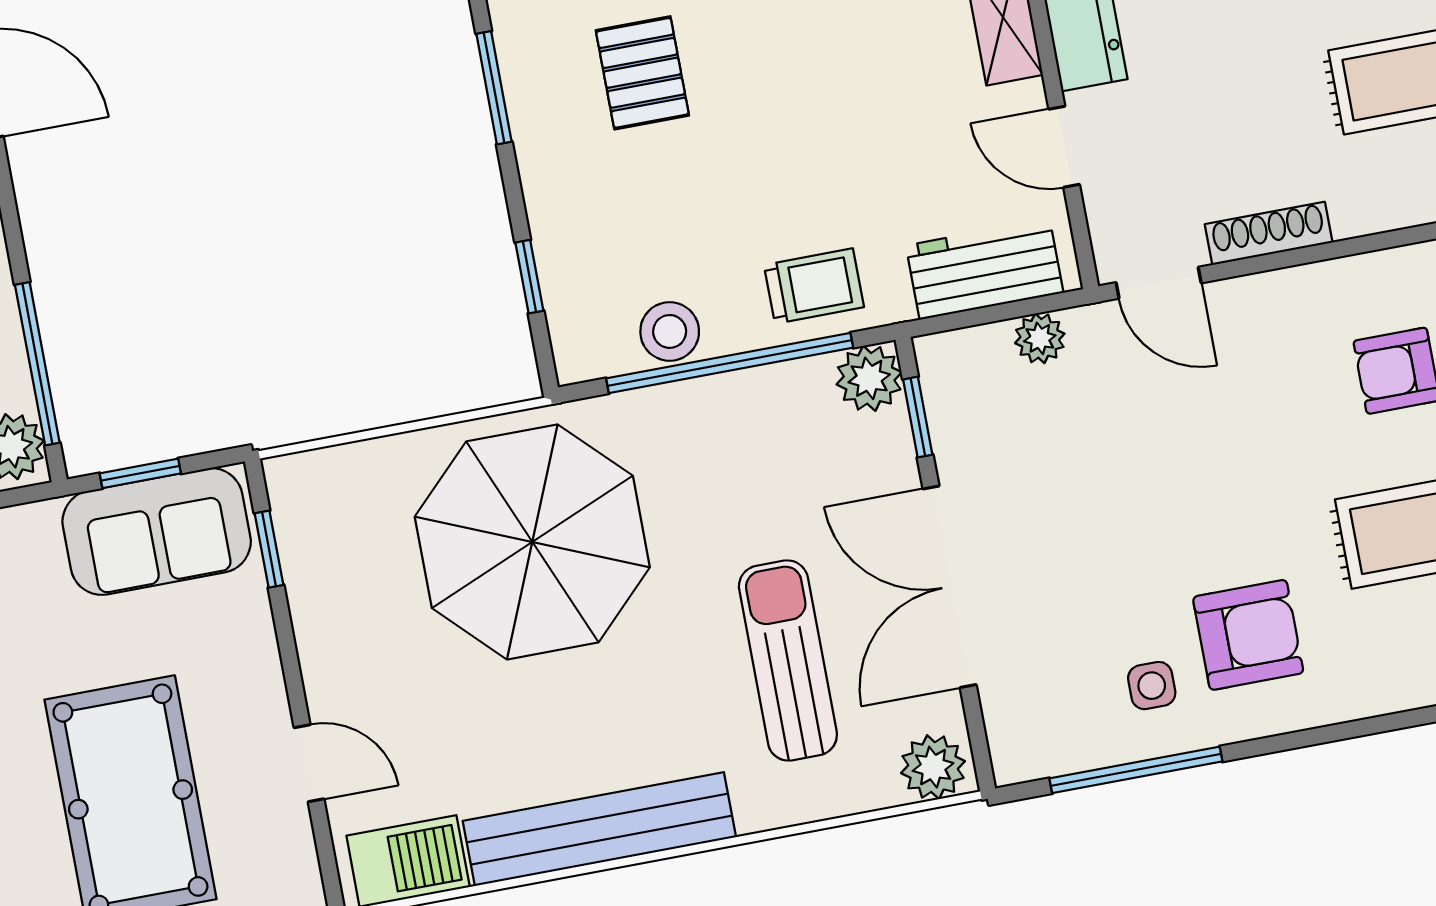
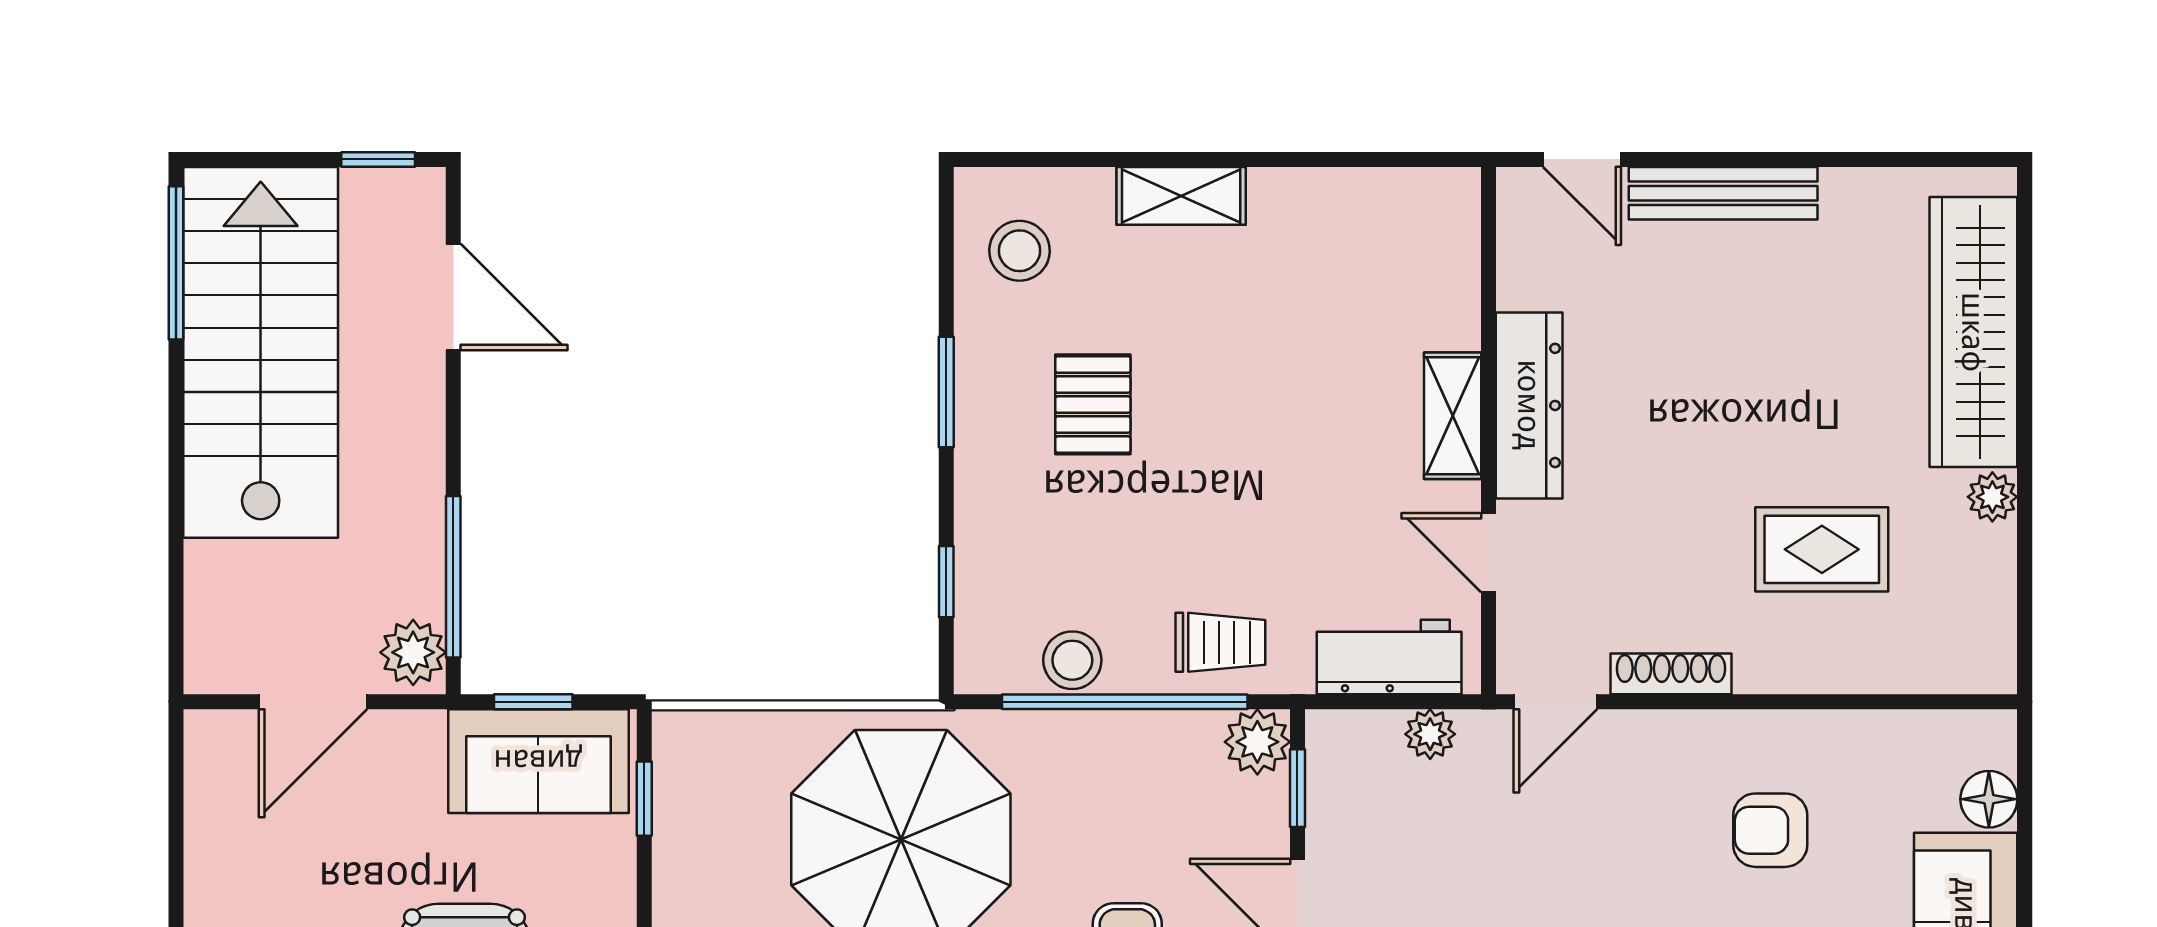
door: (1159, 283) -> (1555, 702), hinge flipped

